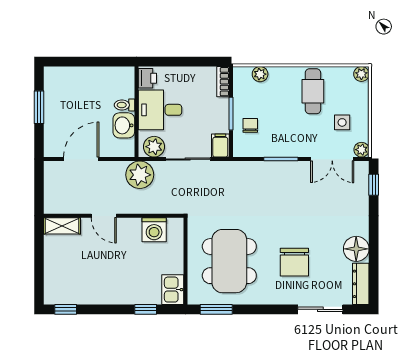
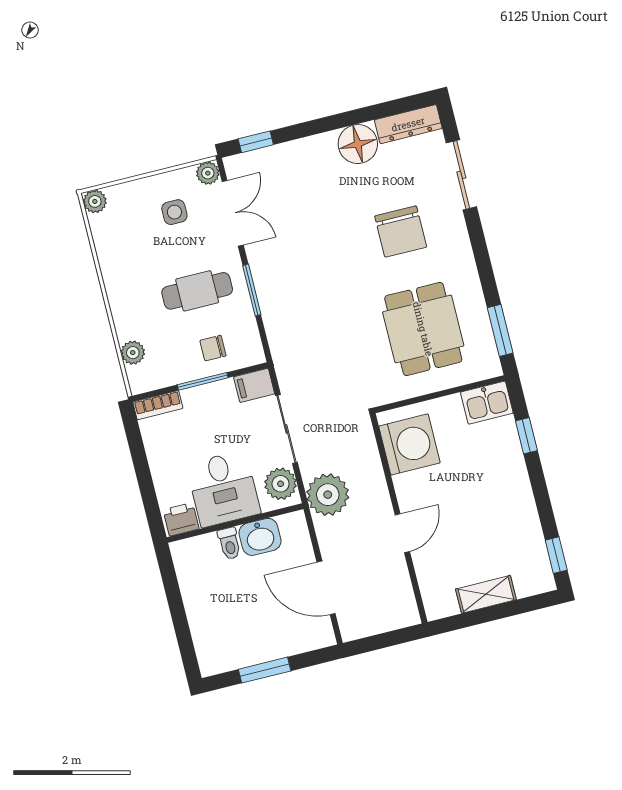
cafe table: (313, 91) -> (197, 291), moved
shelving: (62, 226) -> (486, 594), moved, turned 90
washing machine: (154, 230) -> (409, 444), width x1.37, depth x1.37
dining table: (229, 261) -> (423, 329), width x0.73
chair: (294, 262) -> (401, 231), turned 90

